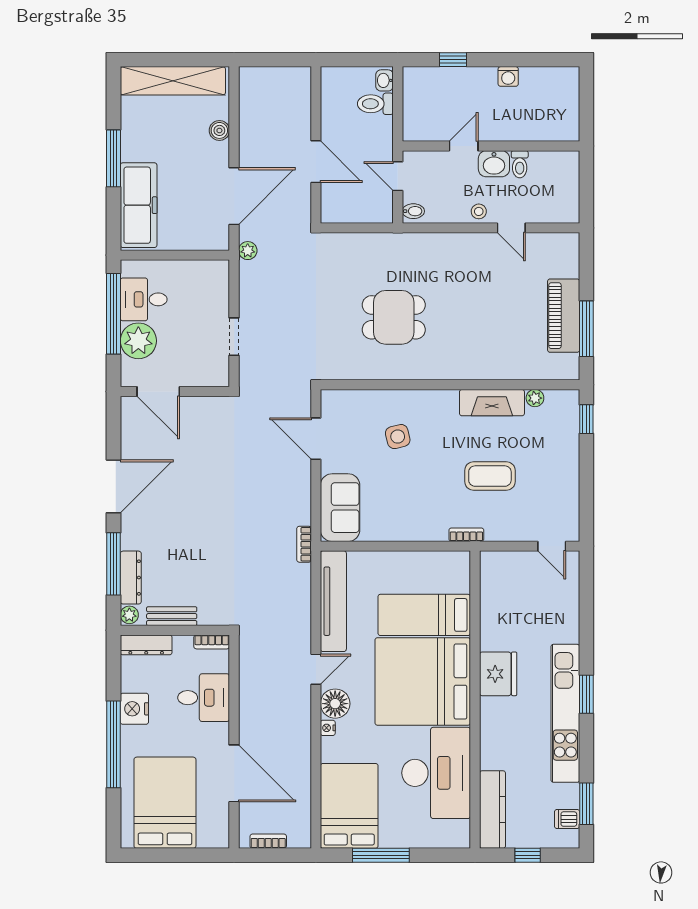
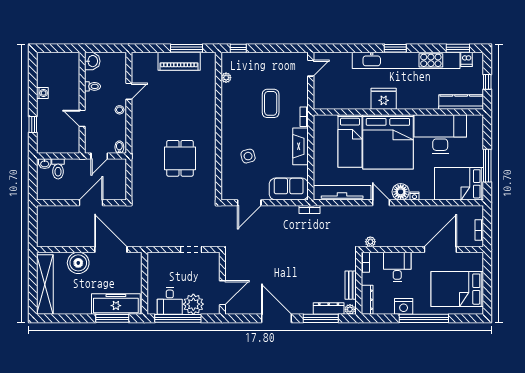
boiler: (219, 130) -> (78, 263), width x1.86, depth x1.86
window: (114, 158) -> (112, 318), moved
washbasin: (494, 164) -> (92, 61), moved
plant: (248, 251) -> (370, 242), moved
fireplace: (492, 403) -> (300, 146), moved, turned 180
kitchen unit: (565, 713) -> (406, 60), width x1.36

